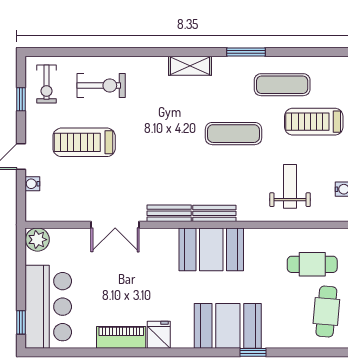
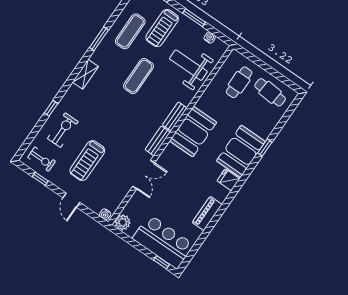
window: (118, 52) -> (51, 108), added
water cooler: (32, 184) -> (105, 214), moved
weight bench: (290, 186) -> (188, 65), width x1.36, depth x1.33
fridge: (159, 335) -> (228, 180), moved

